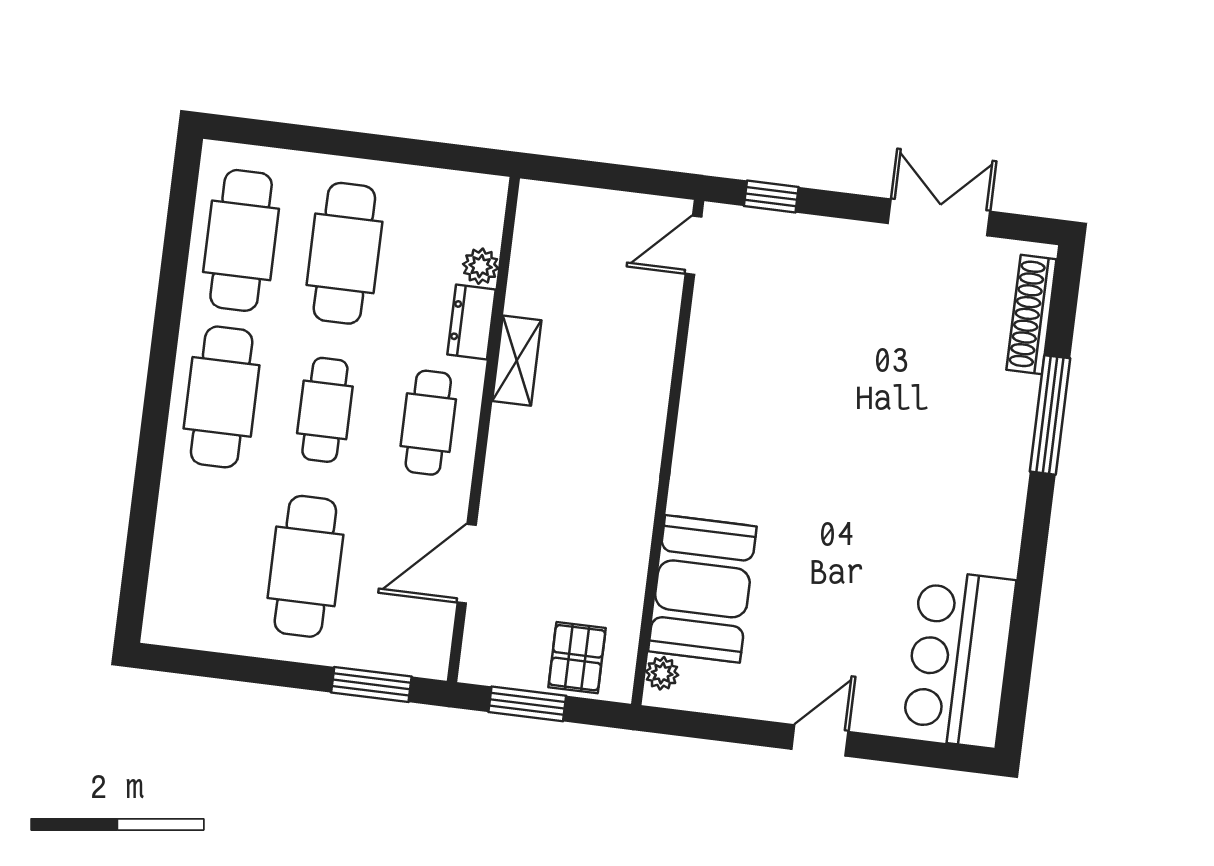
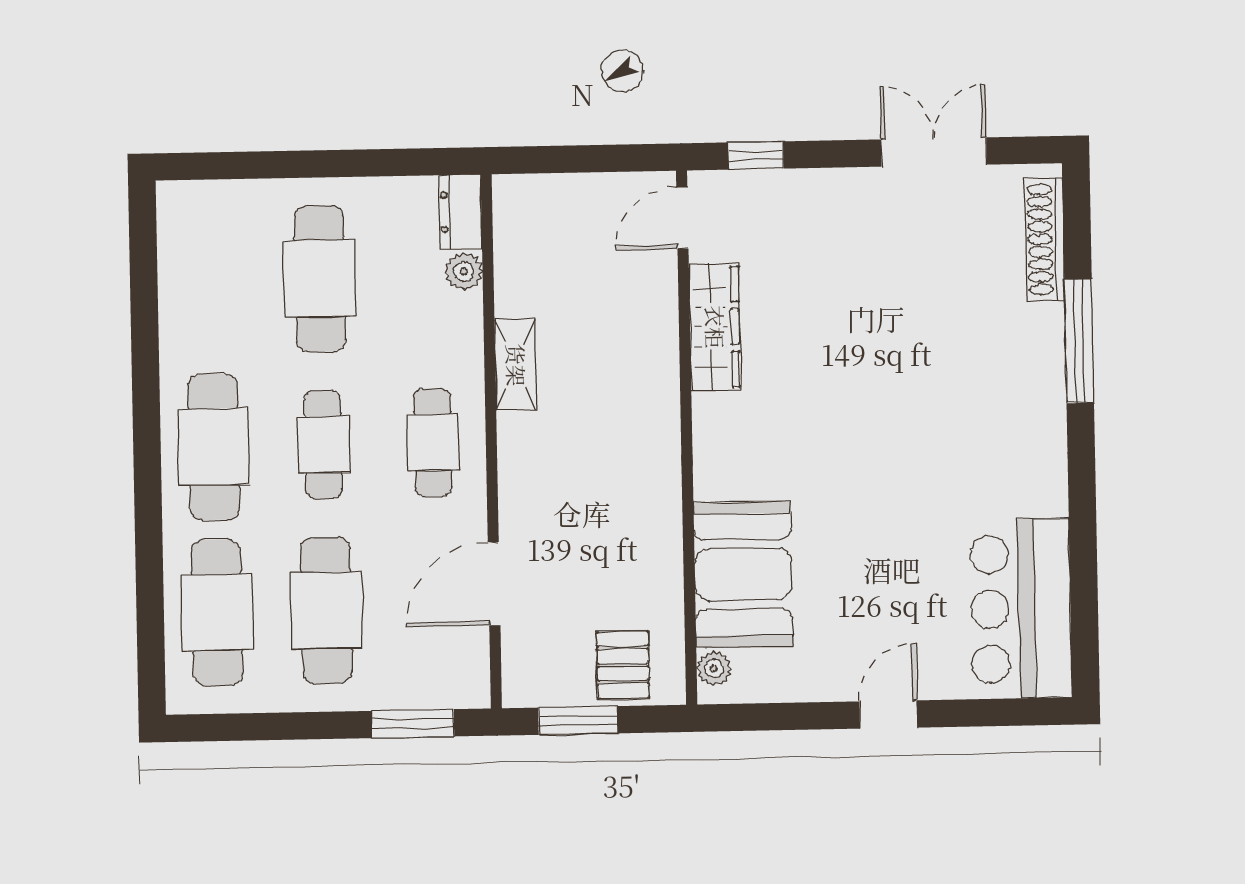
cafe table: (241, 240) -> (217, 613), moved
dresser: (472, 322) -> (460, 212), moved
wardrobe: (709, 352) -> (715, 327), added

